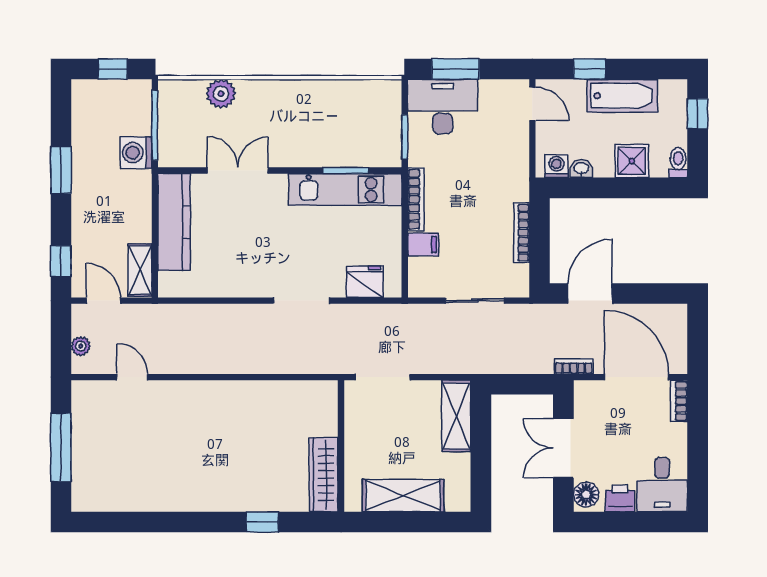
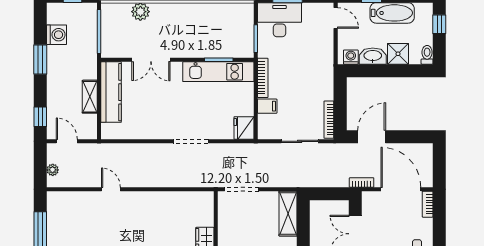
washing machine: (136, 153) -> (57, 35), moved, turned 180
washbasin: (581, 169) -> (373, 56), width x1.91, depth x1.45
double door: (238, 171) -> (151, 60), swing flipped
bookcase: (522, 233) -> (329, 120), moved
shelving: (140, 270) -> (90, 97), moved
fridge: (365, 282) -> (244, 128), moved, turned -90
door: (132, 377) -> (111, 189), moved

